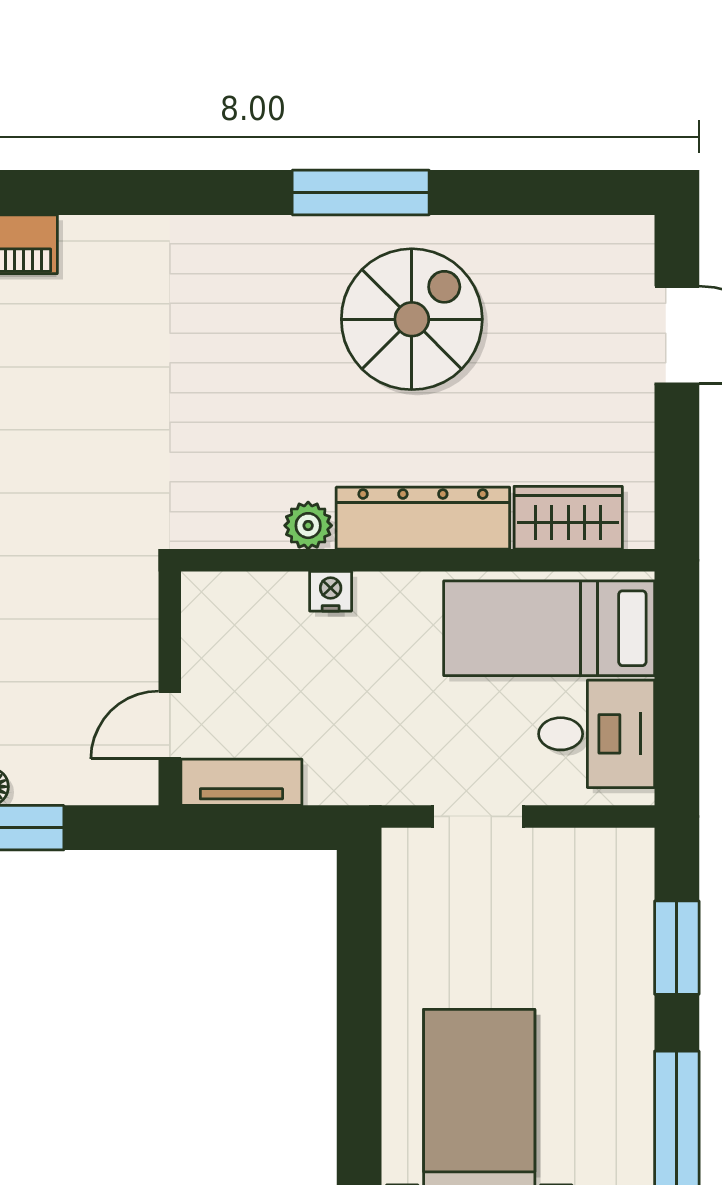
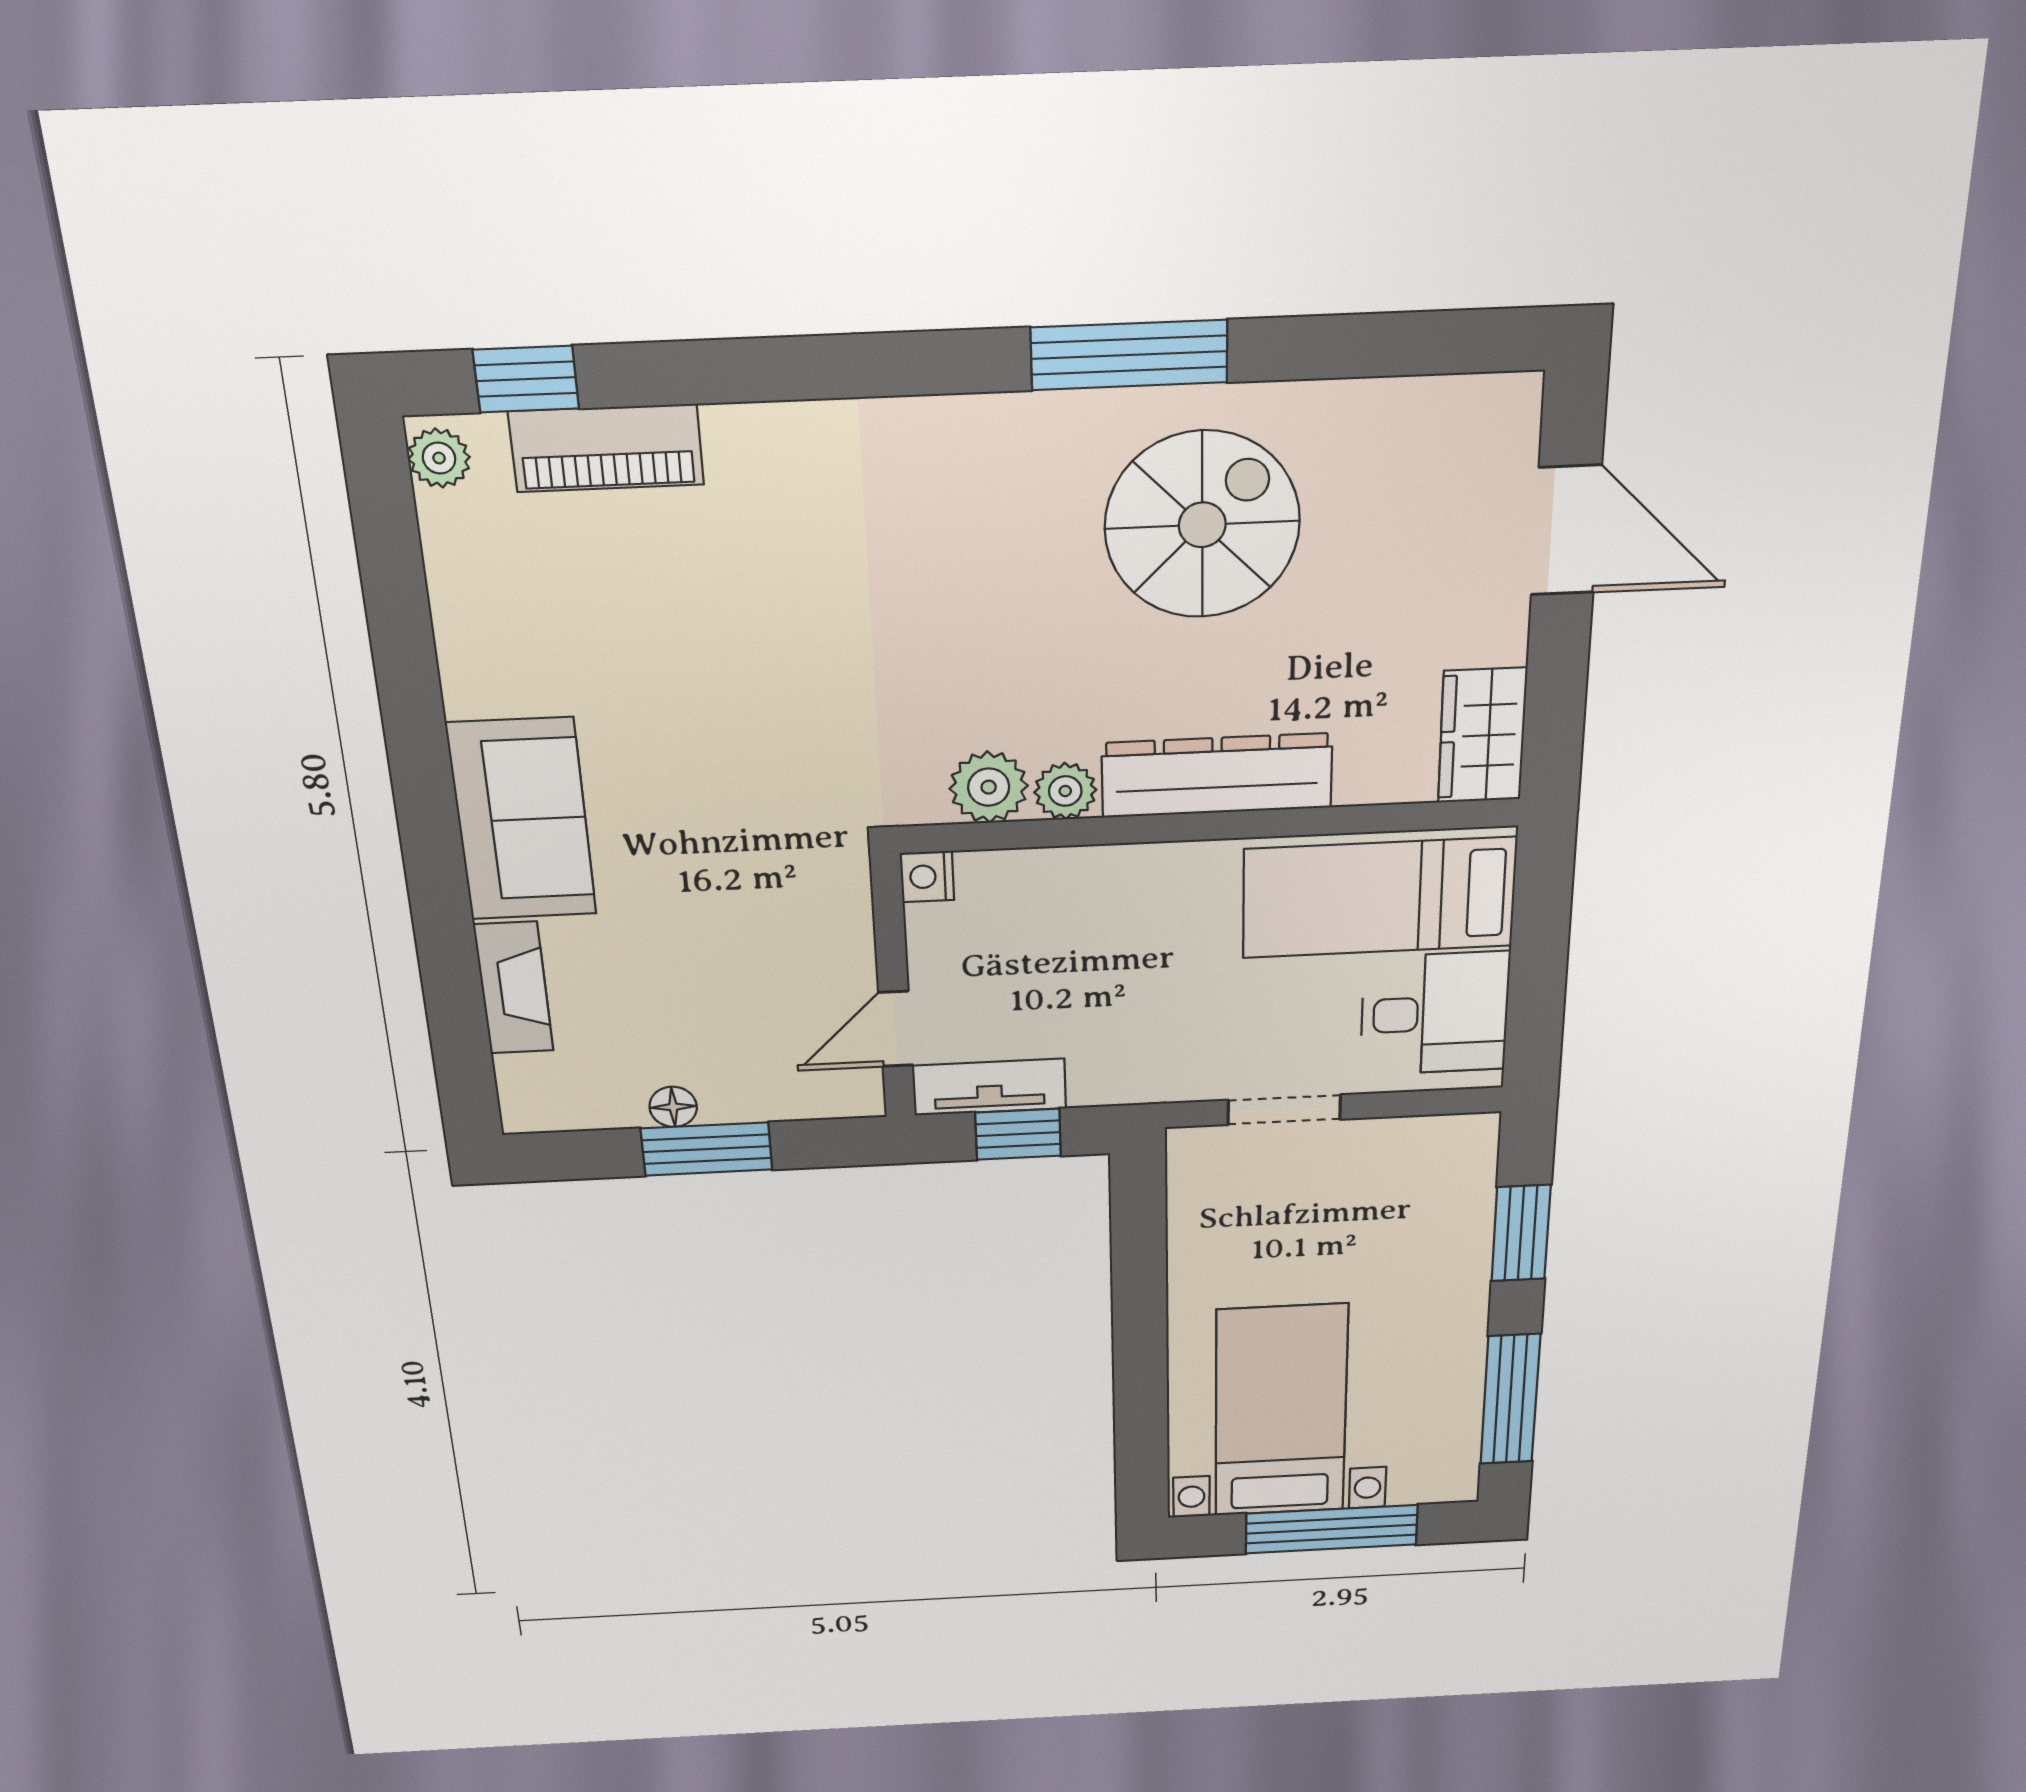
wardrobe: (568, 518) -> (1482, 736), moved, turned -90
plant: (250, 519) -> (989, 787), added
nightstand: (331, 591) -> (927, 877), moved, turned -90
window: (263, 828) -> (1018, 1134), added

